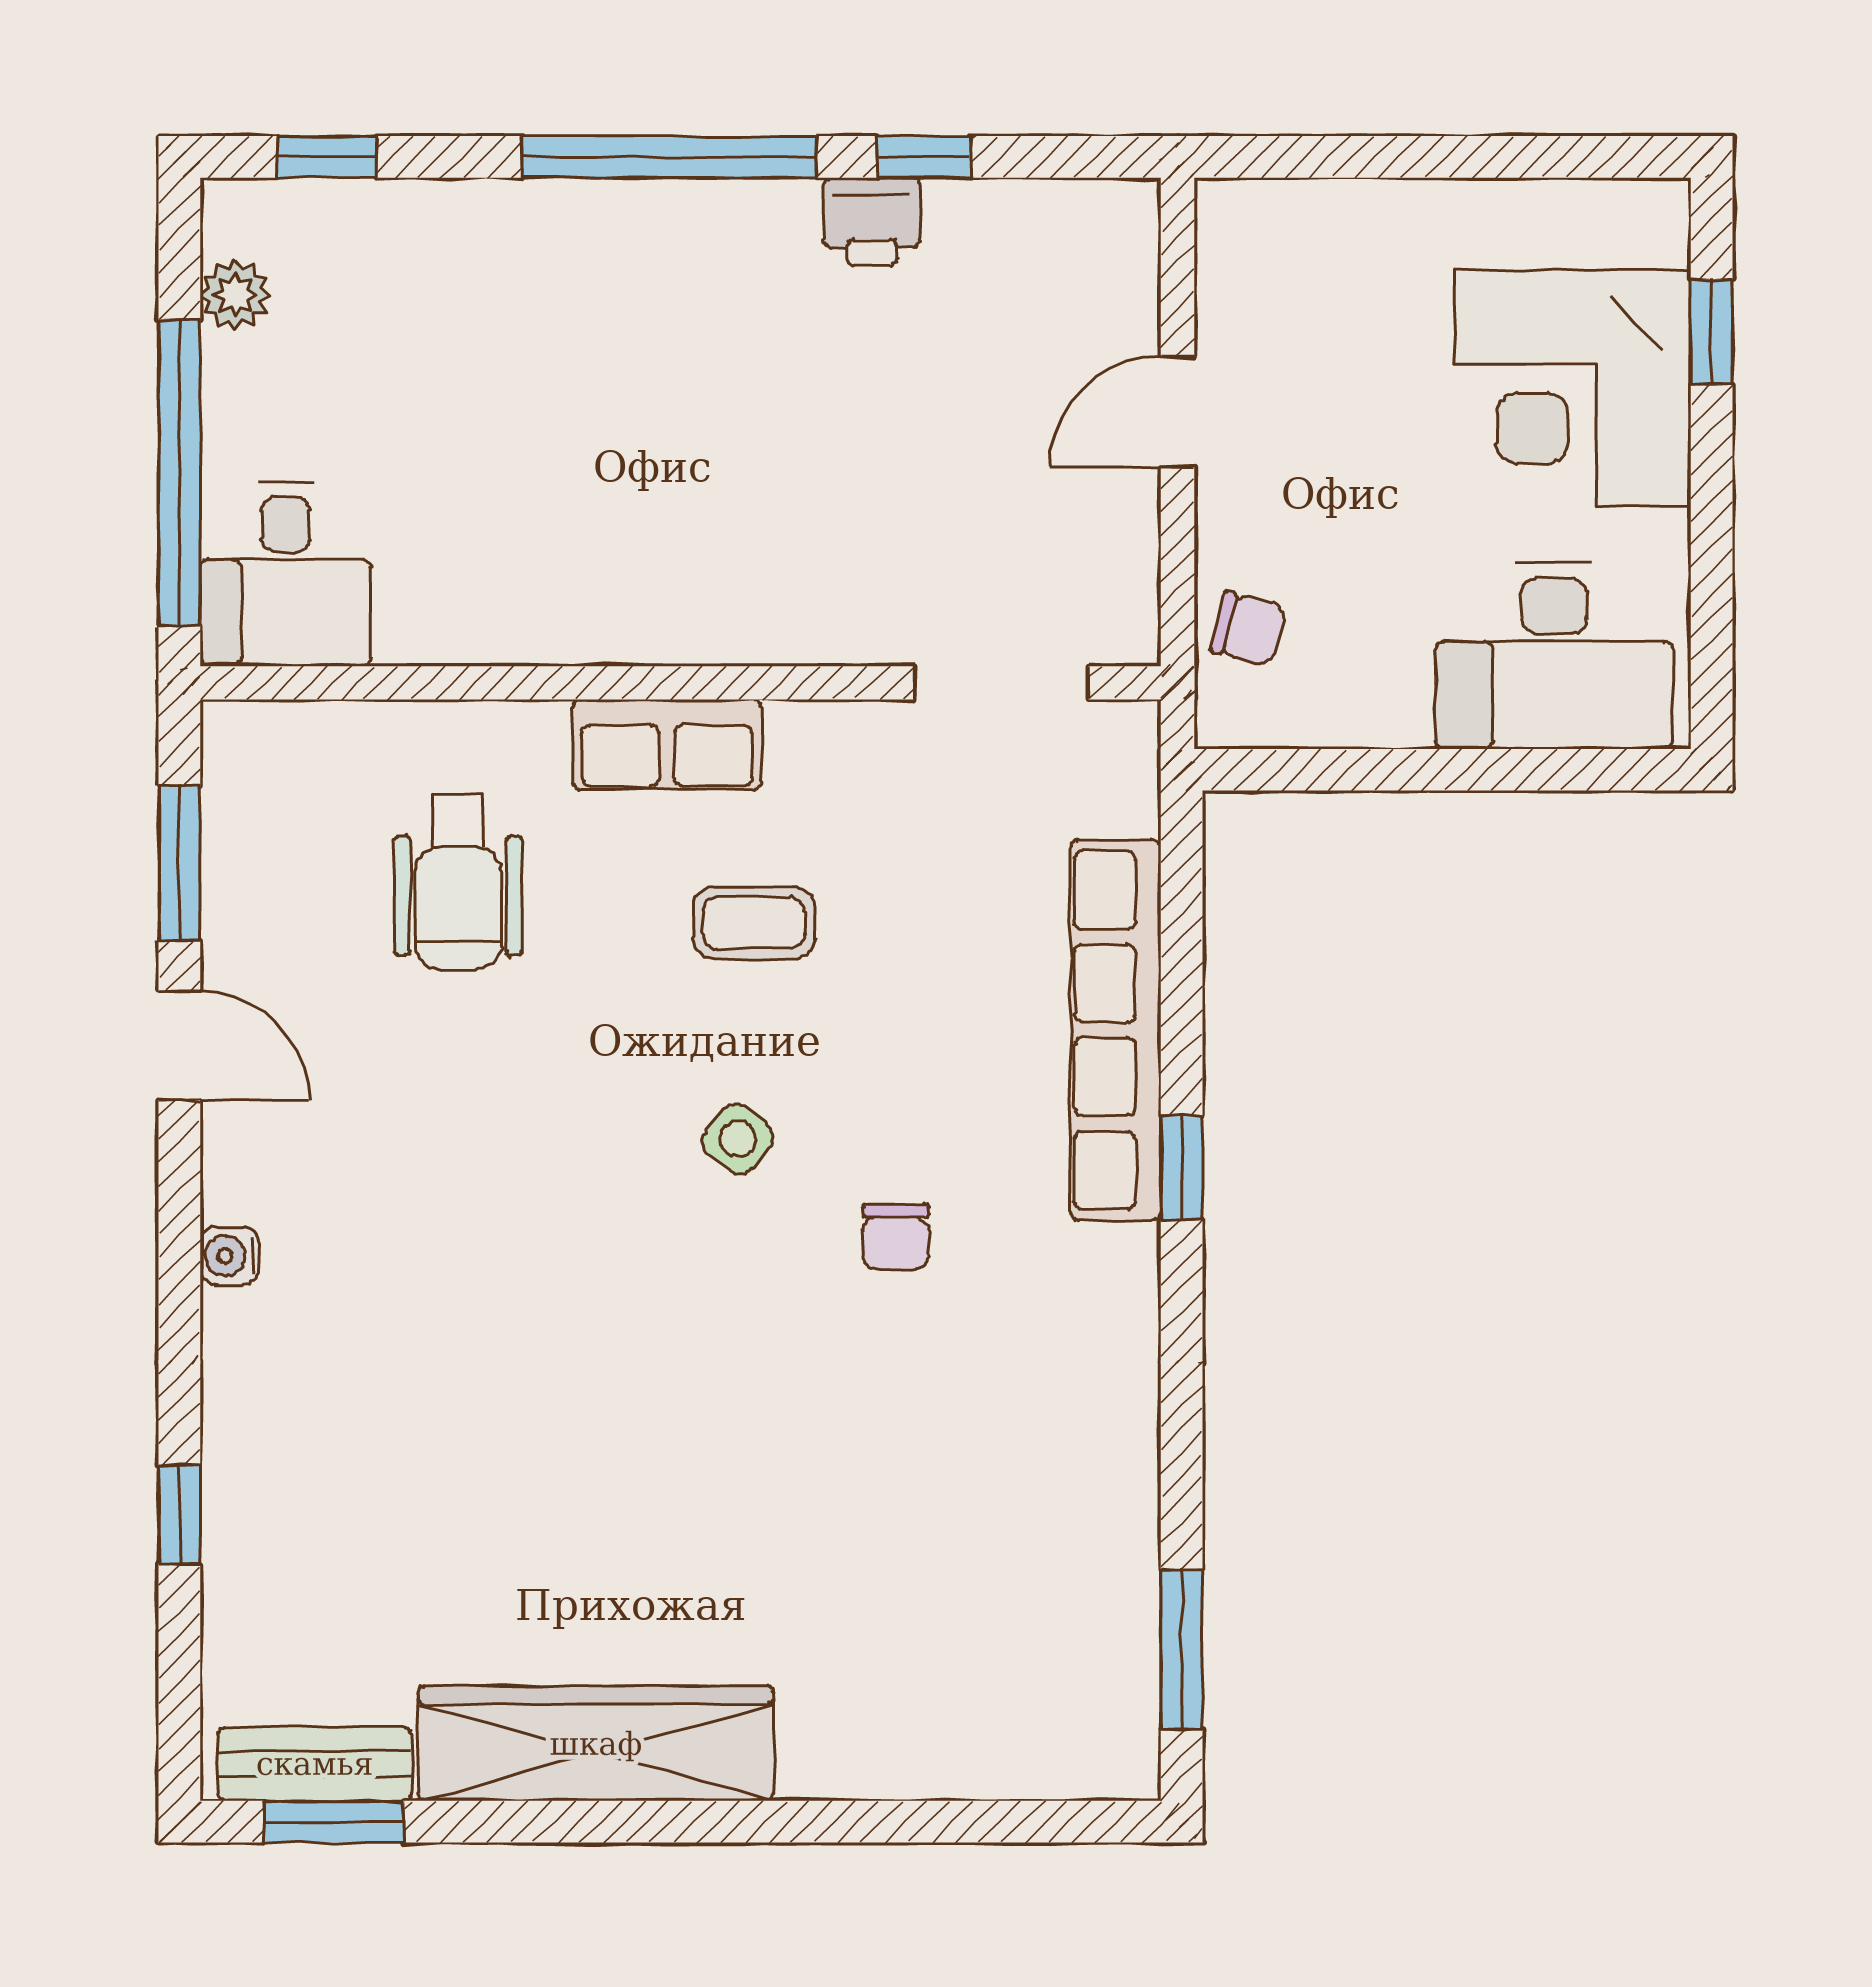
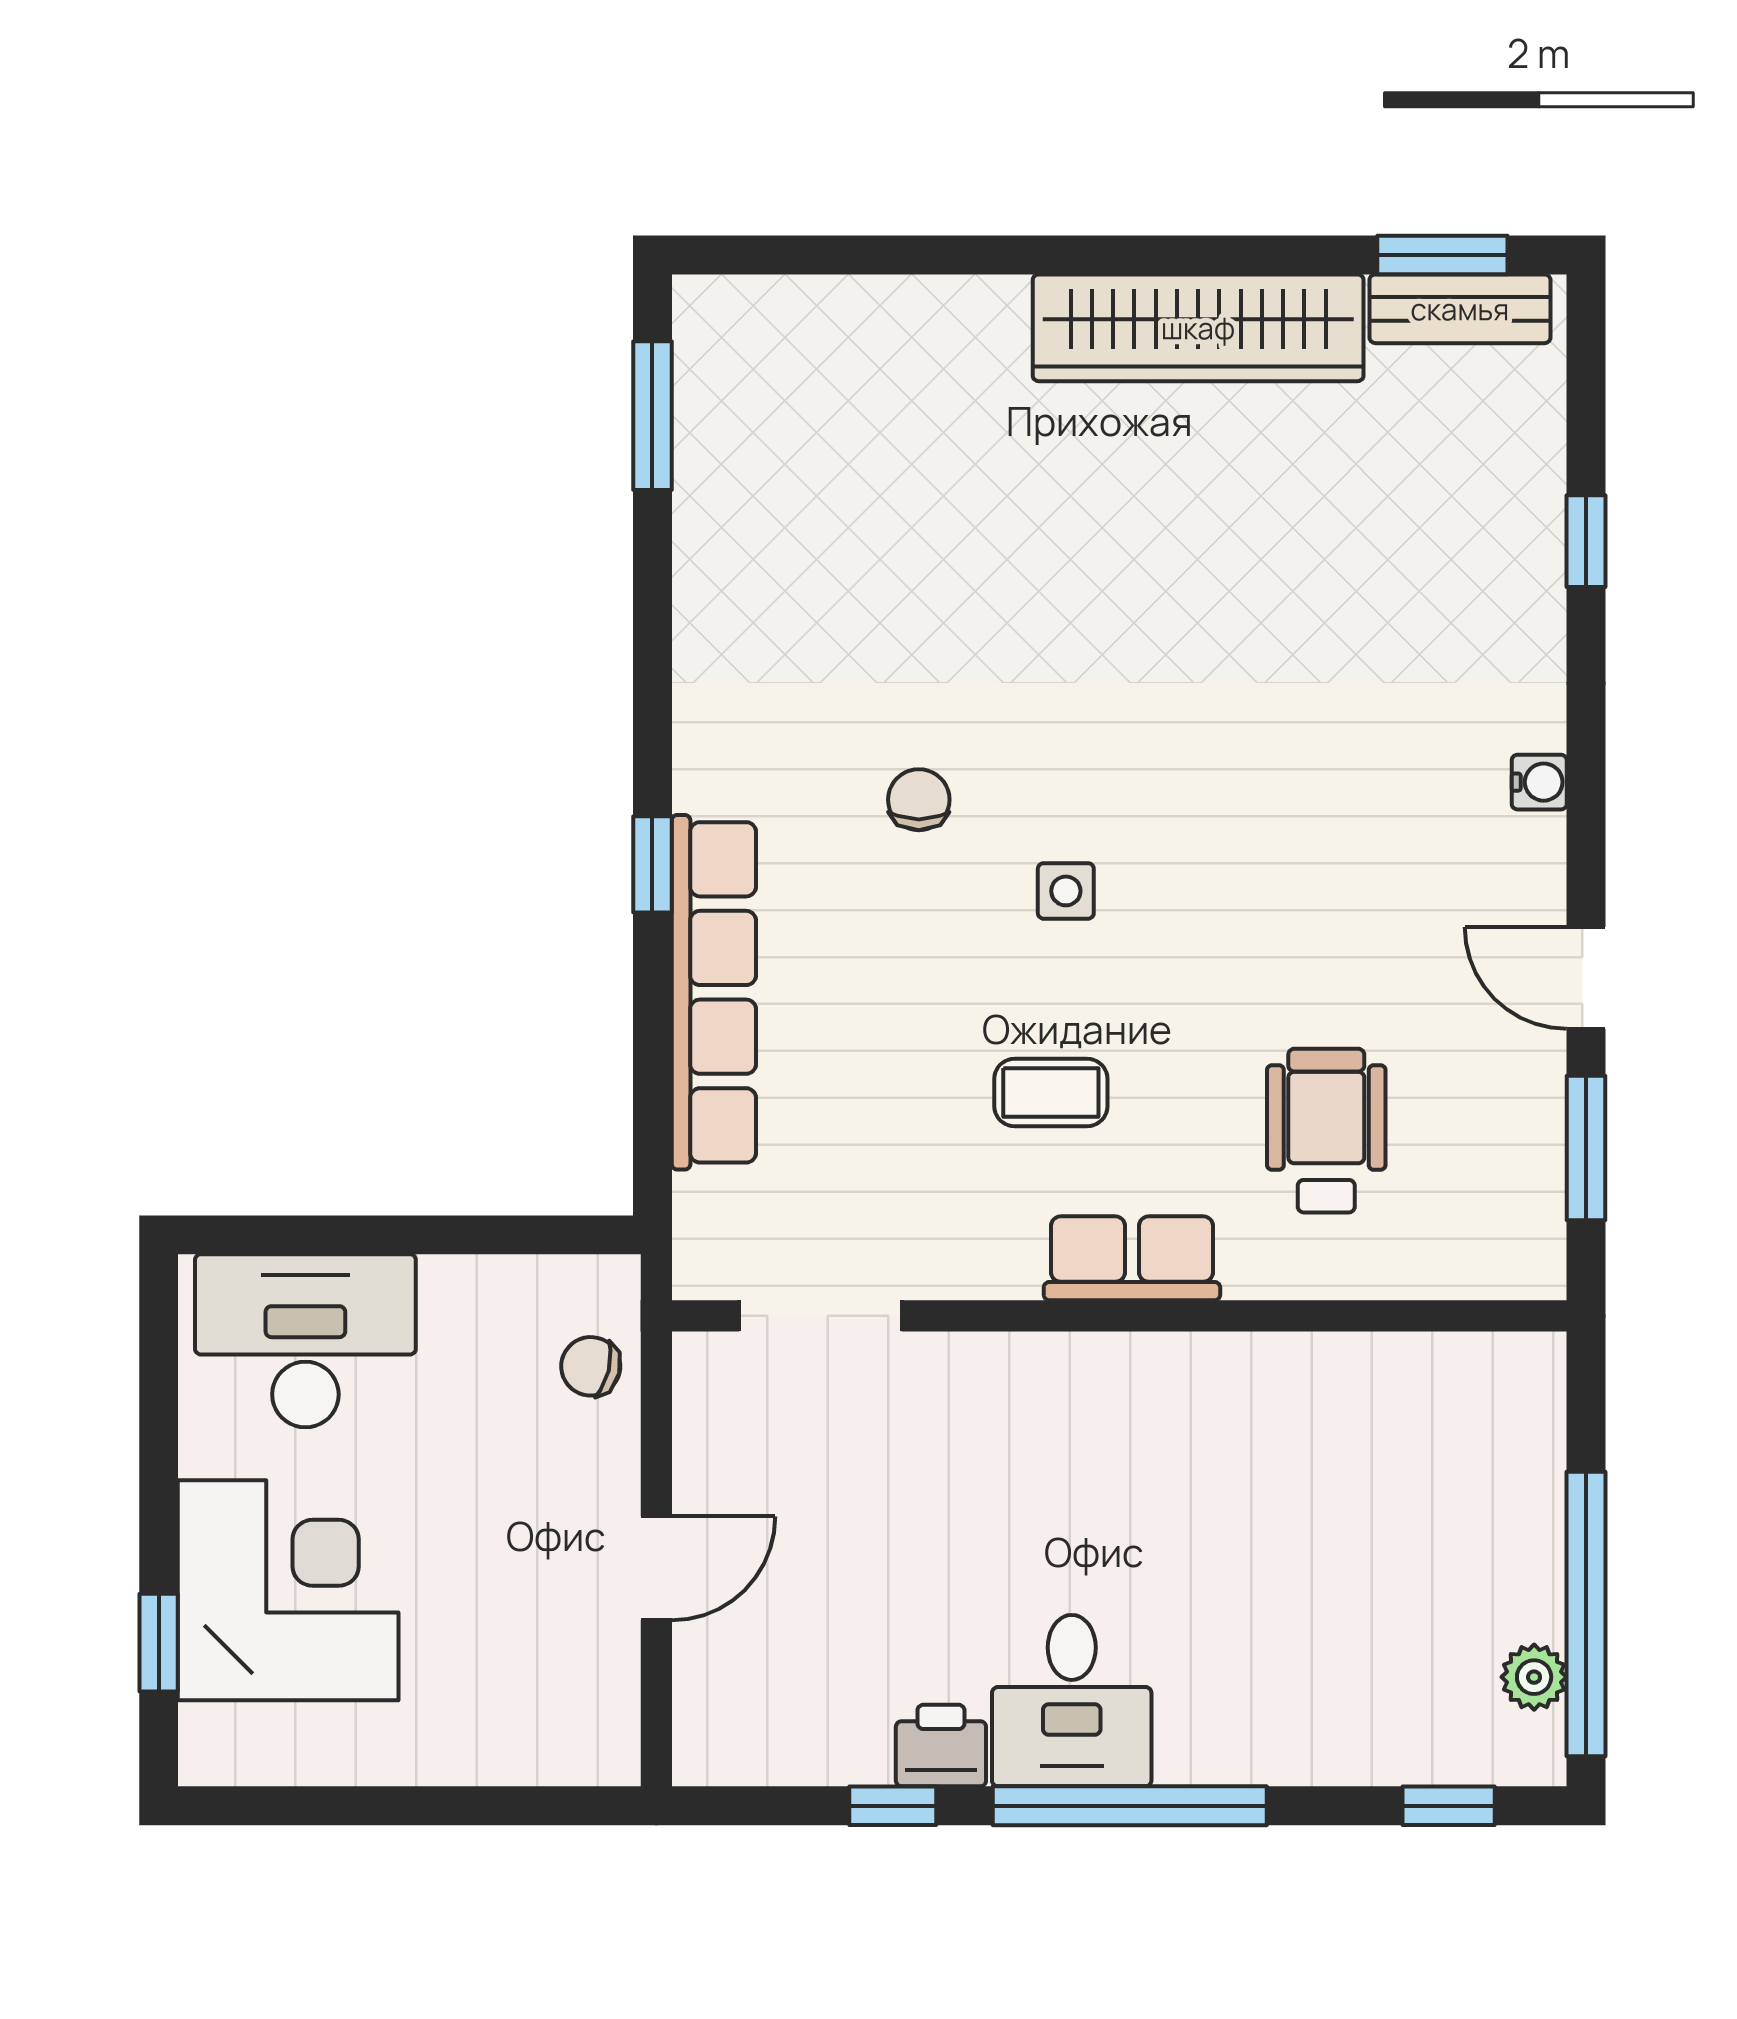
window: (179, 473) -> (1586, 1614), moved
desk: (286, 574) -> (1072, 1701), moved, turned 180
side table: (738, 1139) -> (1066, 891), turned -38

